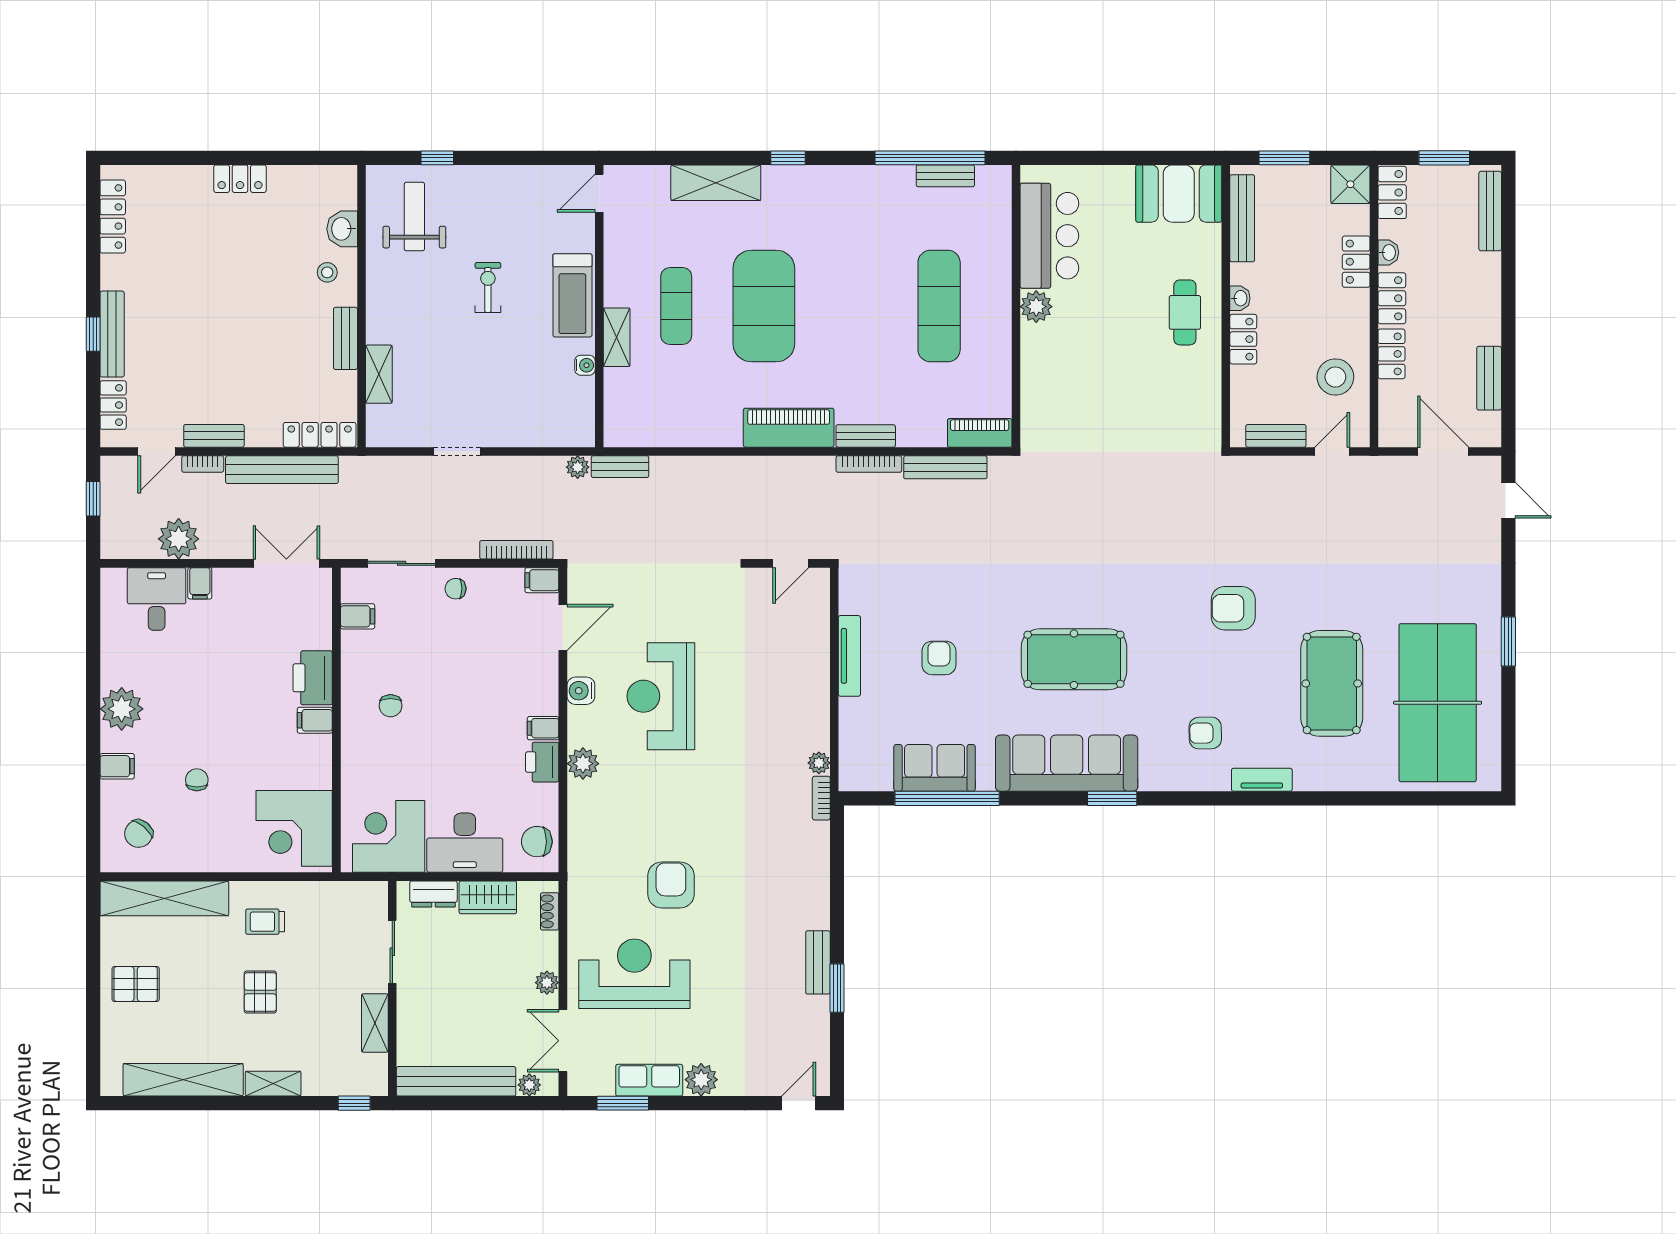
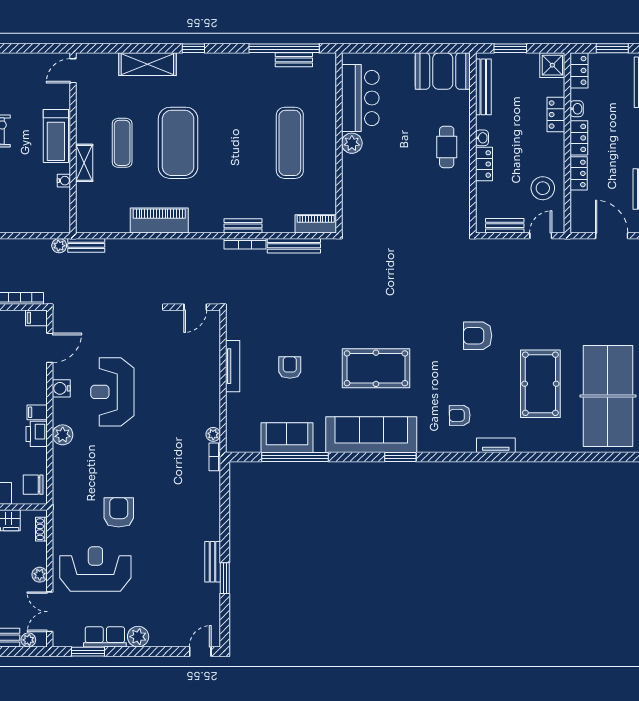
piano: (789, 428) -> (159, 220), moved

